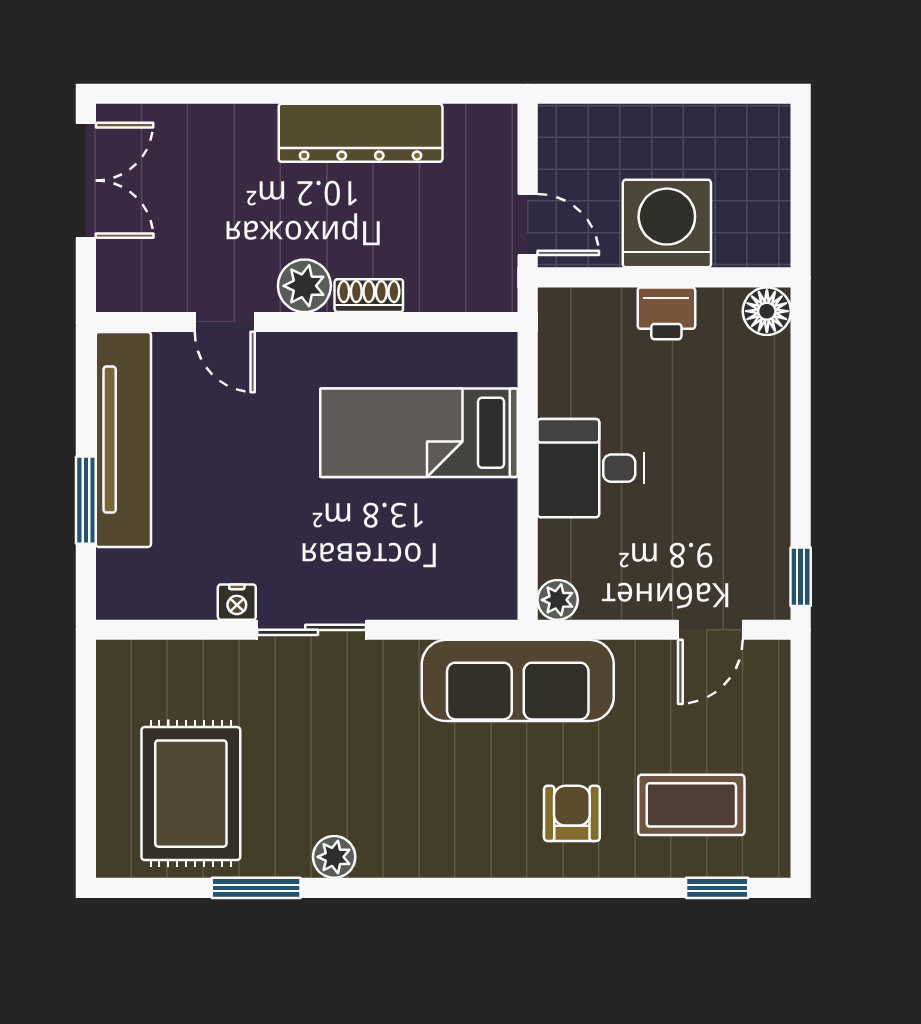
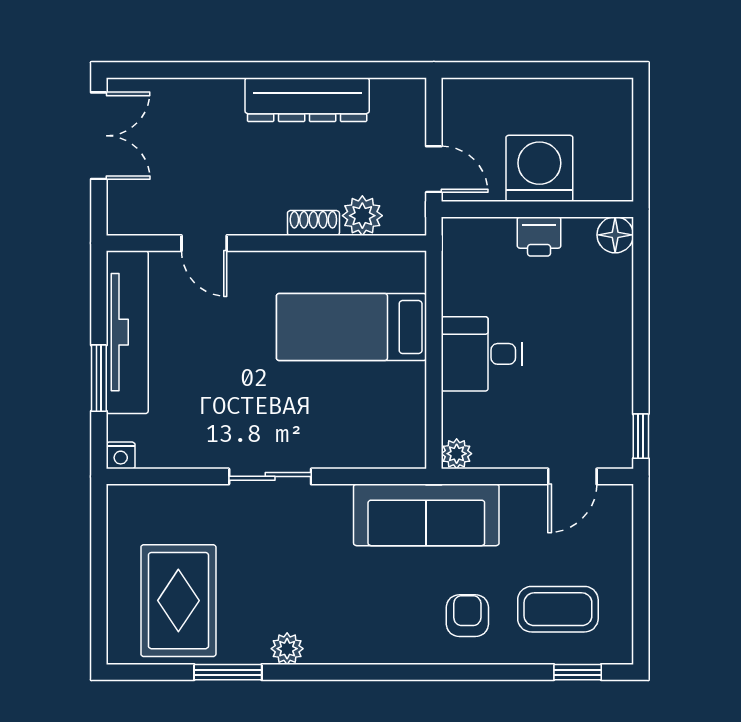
plant: (304, 286) -> (362, 216), moved
nightstand: (237, 602) -> (121, 455), moved

